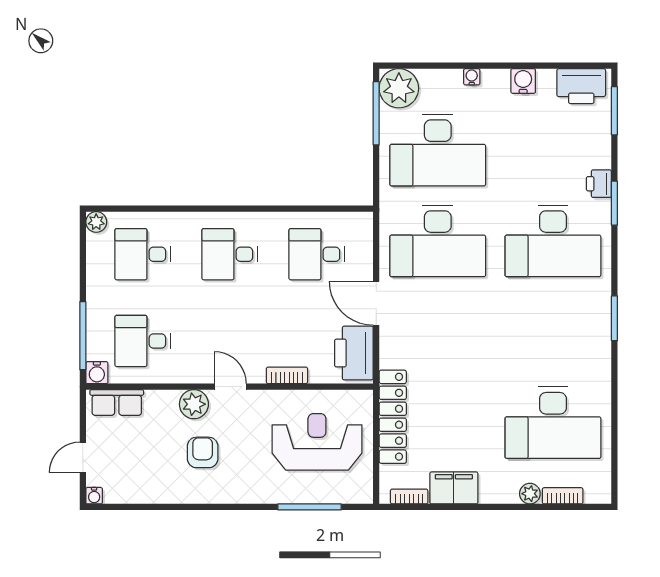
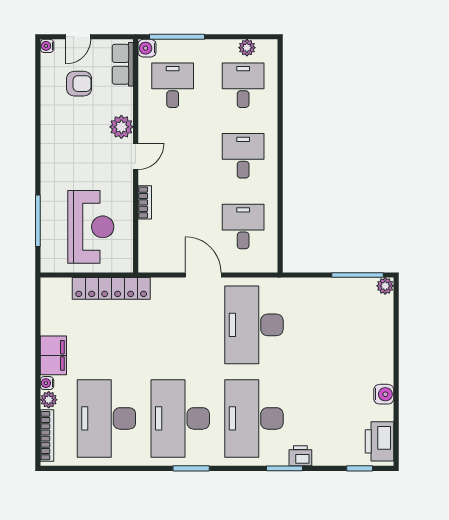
water cooler: (472, 77) -> (47, 383), moved, turned 180
plant: (399, 88) -> (385, 286), width x0.53, depth x0.53
window: (614, 111) -> (360, 468), width x0.67
desk: (438, 150) -> (180, 418), moved
plant: (96, 222) -> (247, 48), moved
door: (376, 303) -> (203, 275), hinge flipped
printer: (354, 353) -> (163, 257), removed
armchair: (203, 452) -> (79, 84), moved
door: (83, 457) -> (78, 37), swing flipped
filing cabinet: (454, 488) -> (53, 355), moved
bookcase: (409, 496) -> (46, 302), removed
bookcase: (563, 496) -> (47, 436), width x1.56

